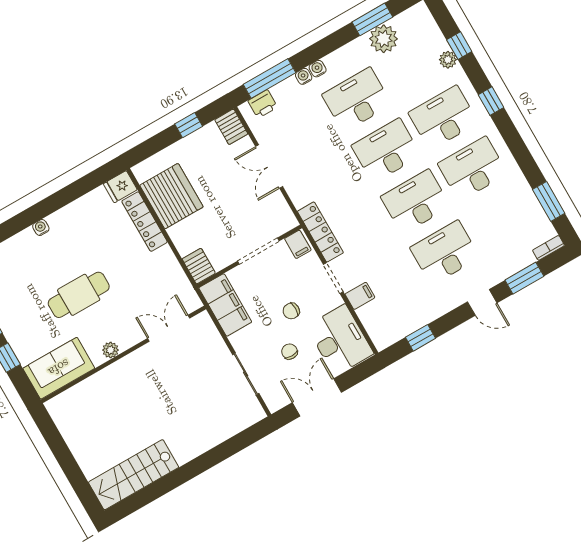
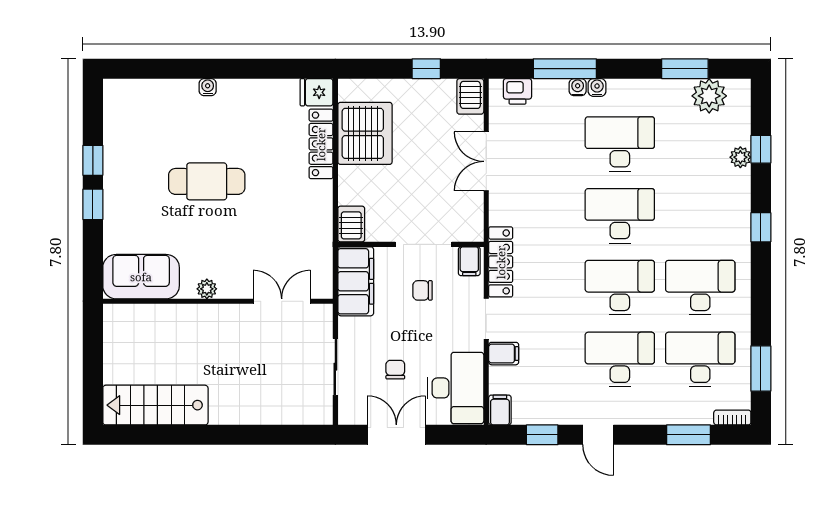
plant: (384, 39) -> (709, 96), moved
window: (270, 79) -> (565, 69), moved
desk: (443, 118) -> (700, 359), moved
door: (482, 302) -> (598, 435), moved
chair: (291, 311) -> (423, 290), moved
double door: (169, 328) -> (282, 301), moved
filing cabinet: (380, 337) -> (500, 410), added
plant: (111, 350) -> (207, 289), moved
wall: (123, 354) -> (218, 301), moved
sofa: (59, 368) -> (141, 277), moved

